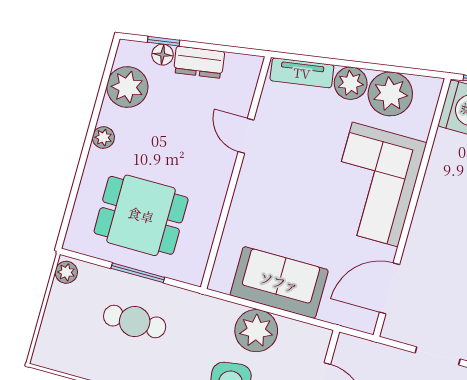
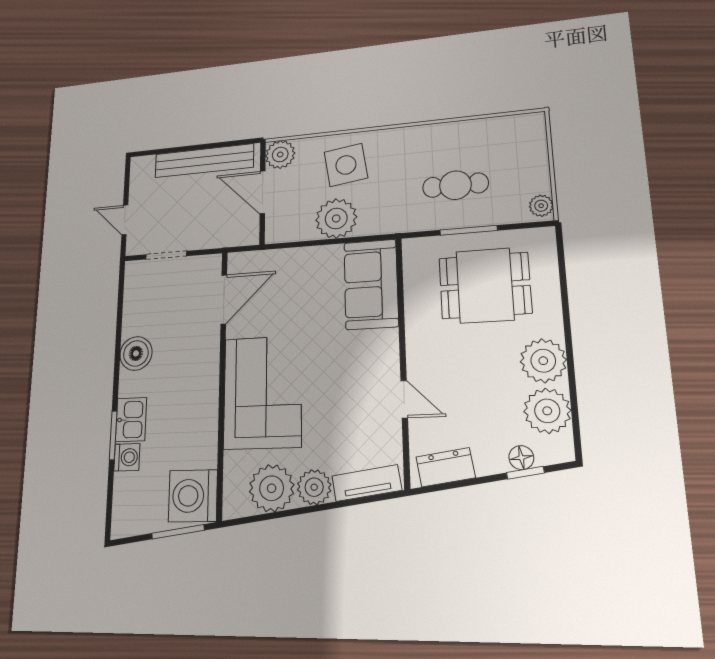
dresser: (199, 62) -> (446, 467), moved
plant: (103, 137) -> (543, 361), width x1.88, depth x1.88
sofa: (279, 282) -> (371, 284), moved, turned 90

